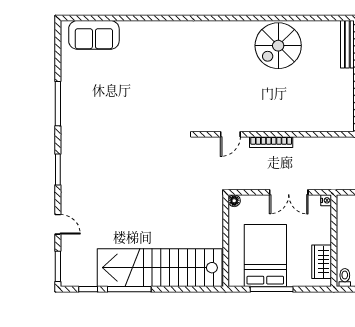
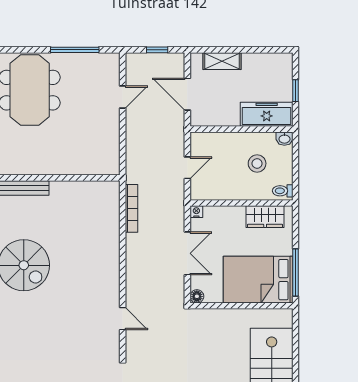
bookcase: (271, 142) -> (131, 208), moved
floor lamp: (234, 201) -> (197, 296), moved
wall: (226, 241) -> (241, 306), moved

